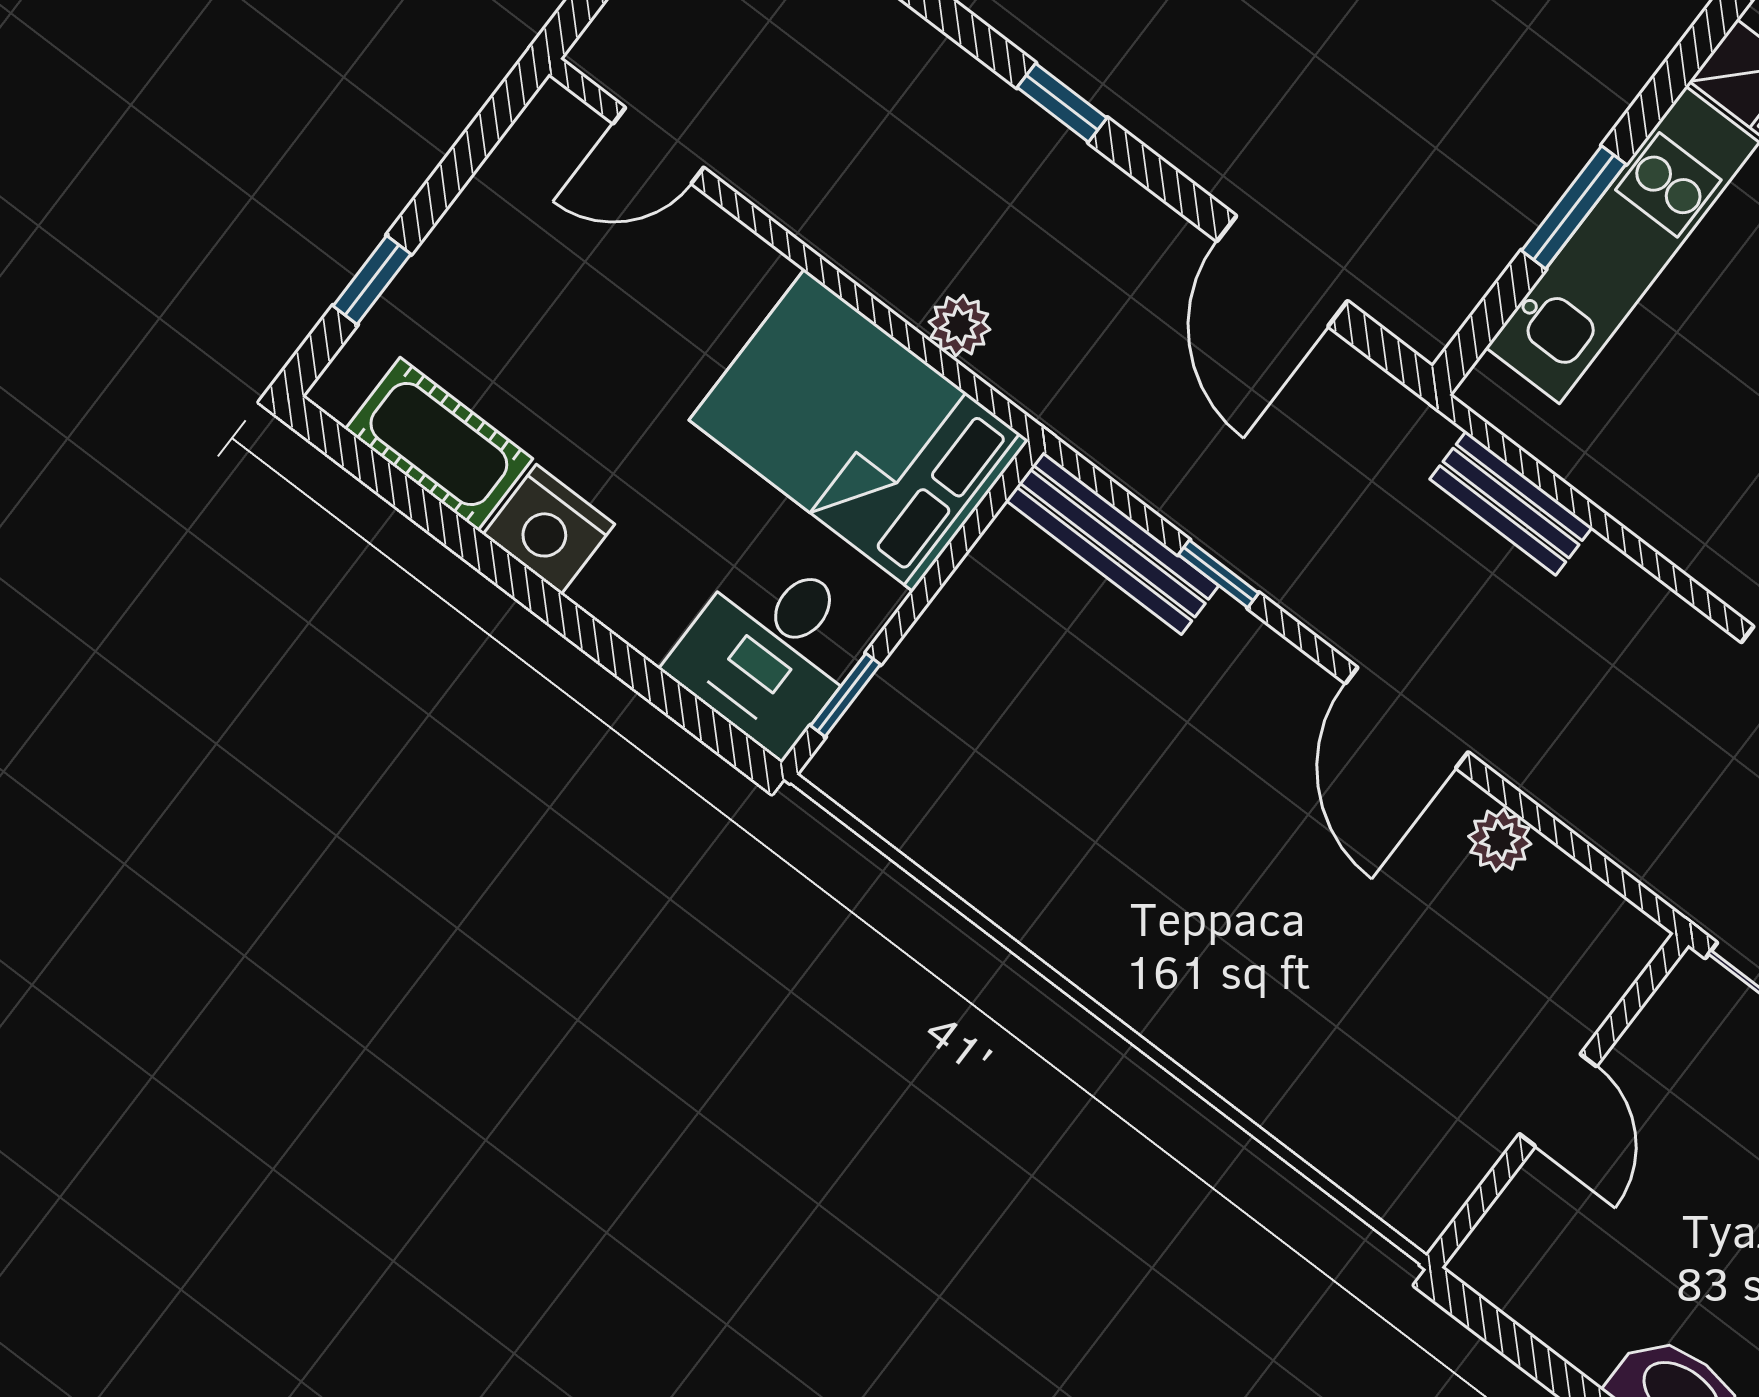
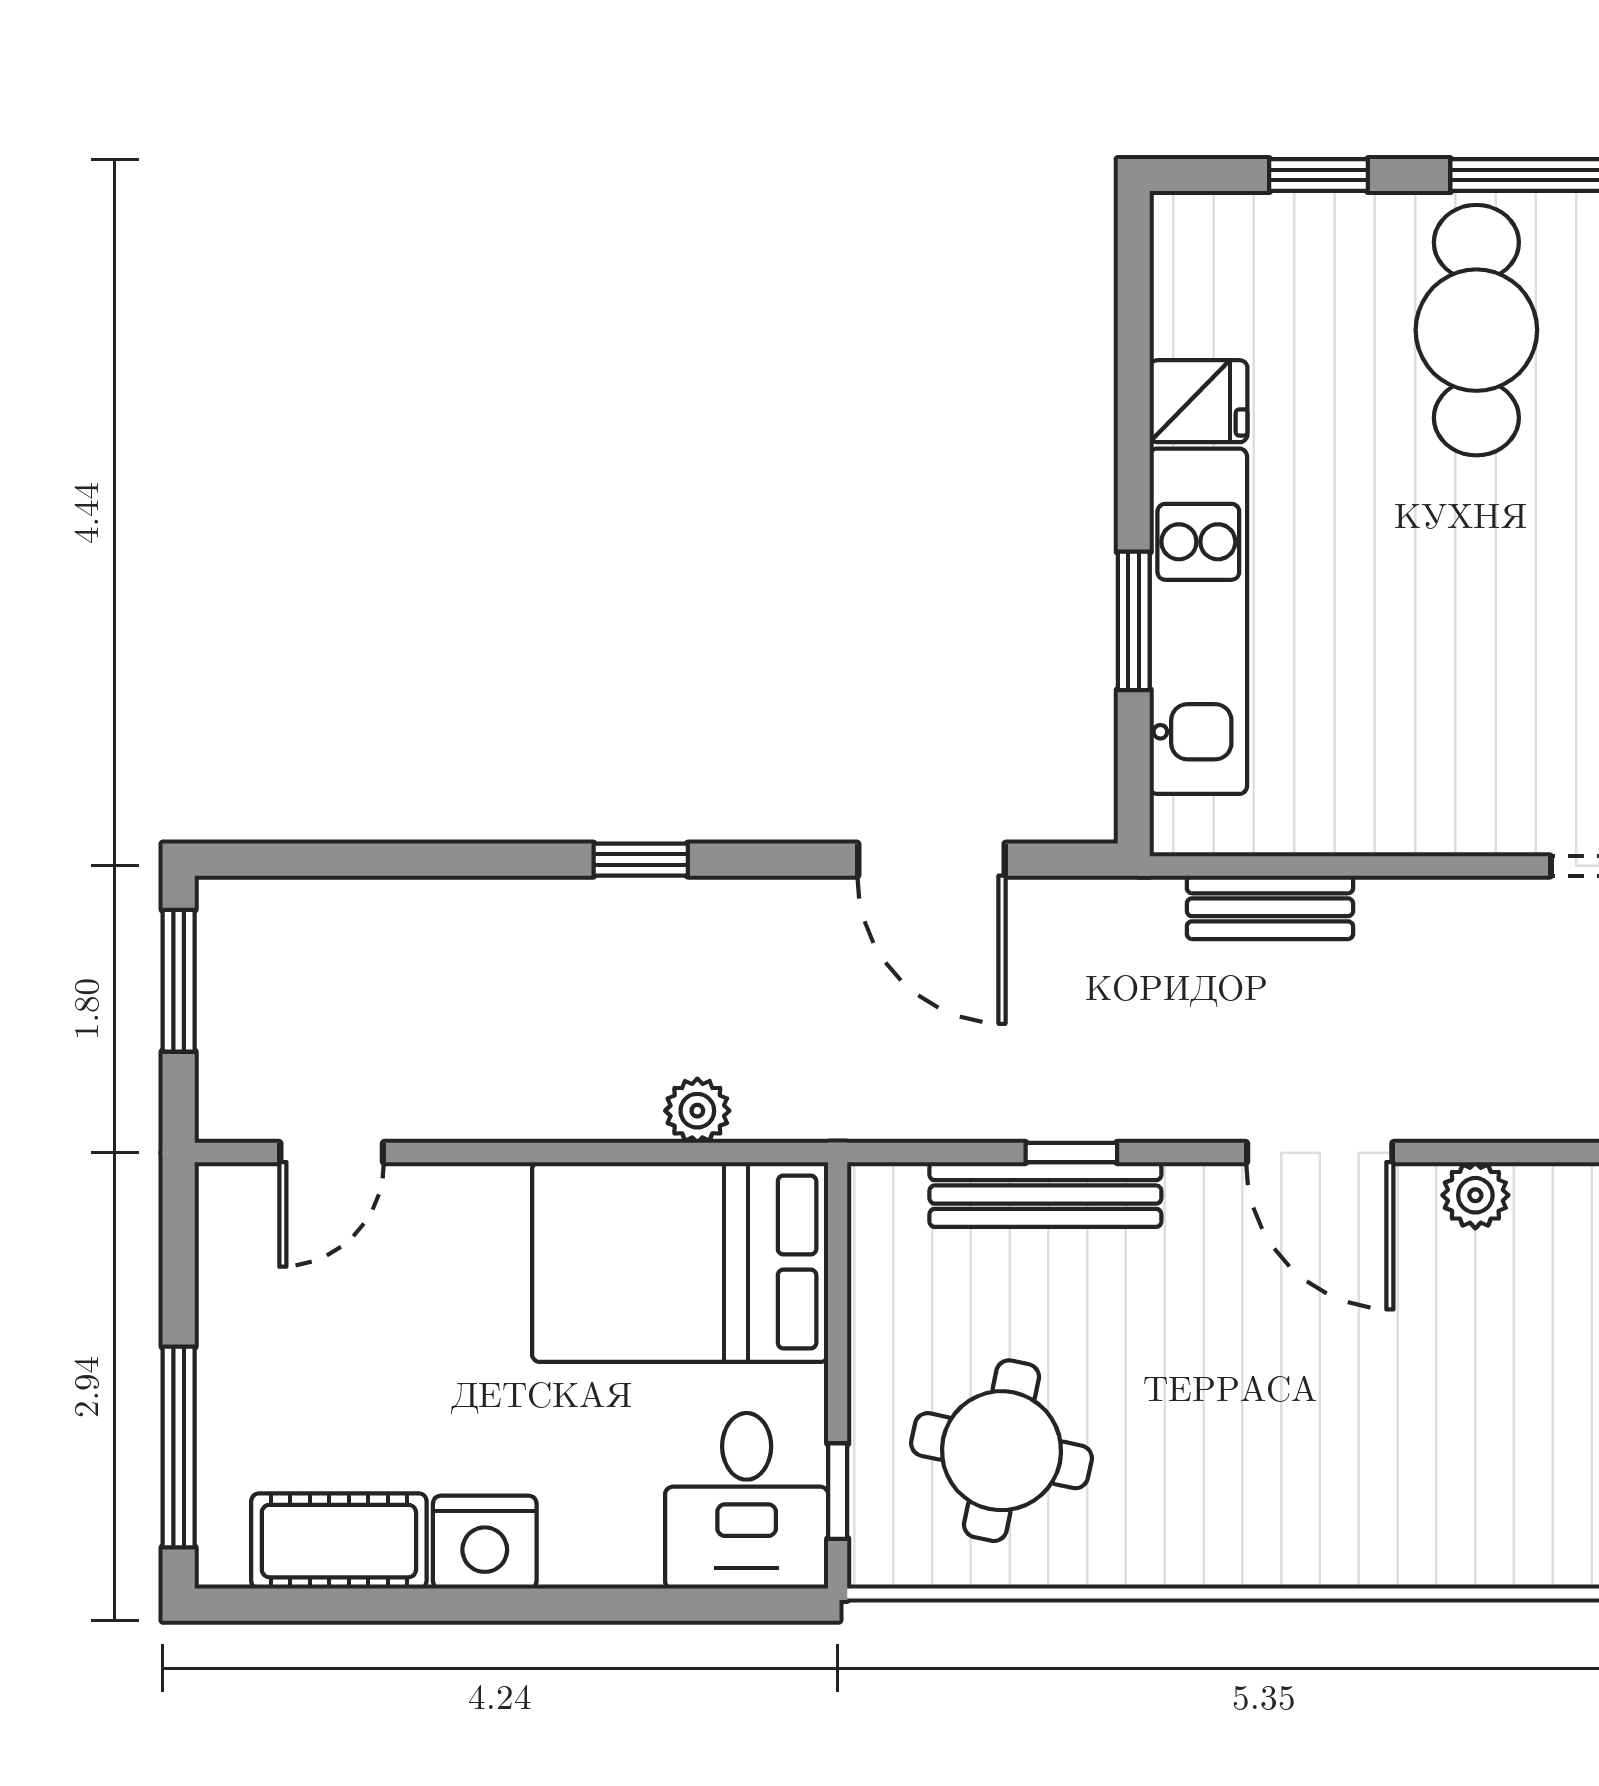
window: (372, 280) -> (179, 1447), width x2.17
bench: (1112, 543) -> (1045, 1195), moved
round table: (993, 759) -> (1001, 1451), added

